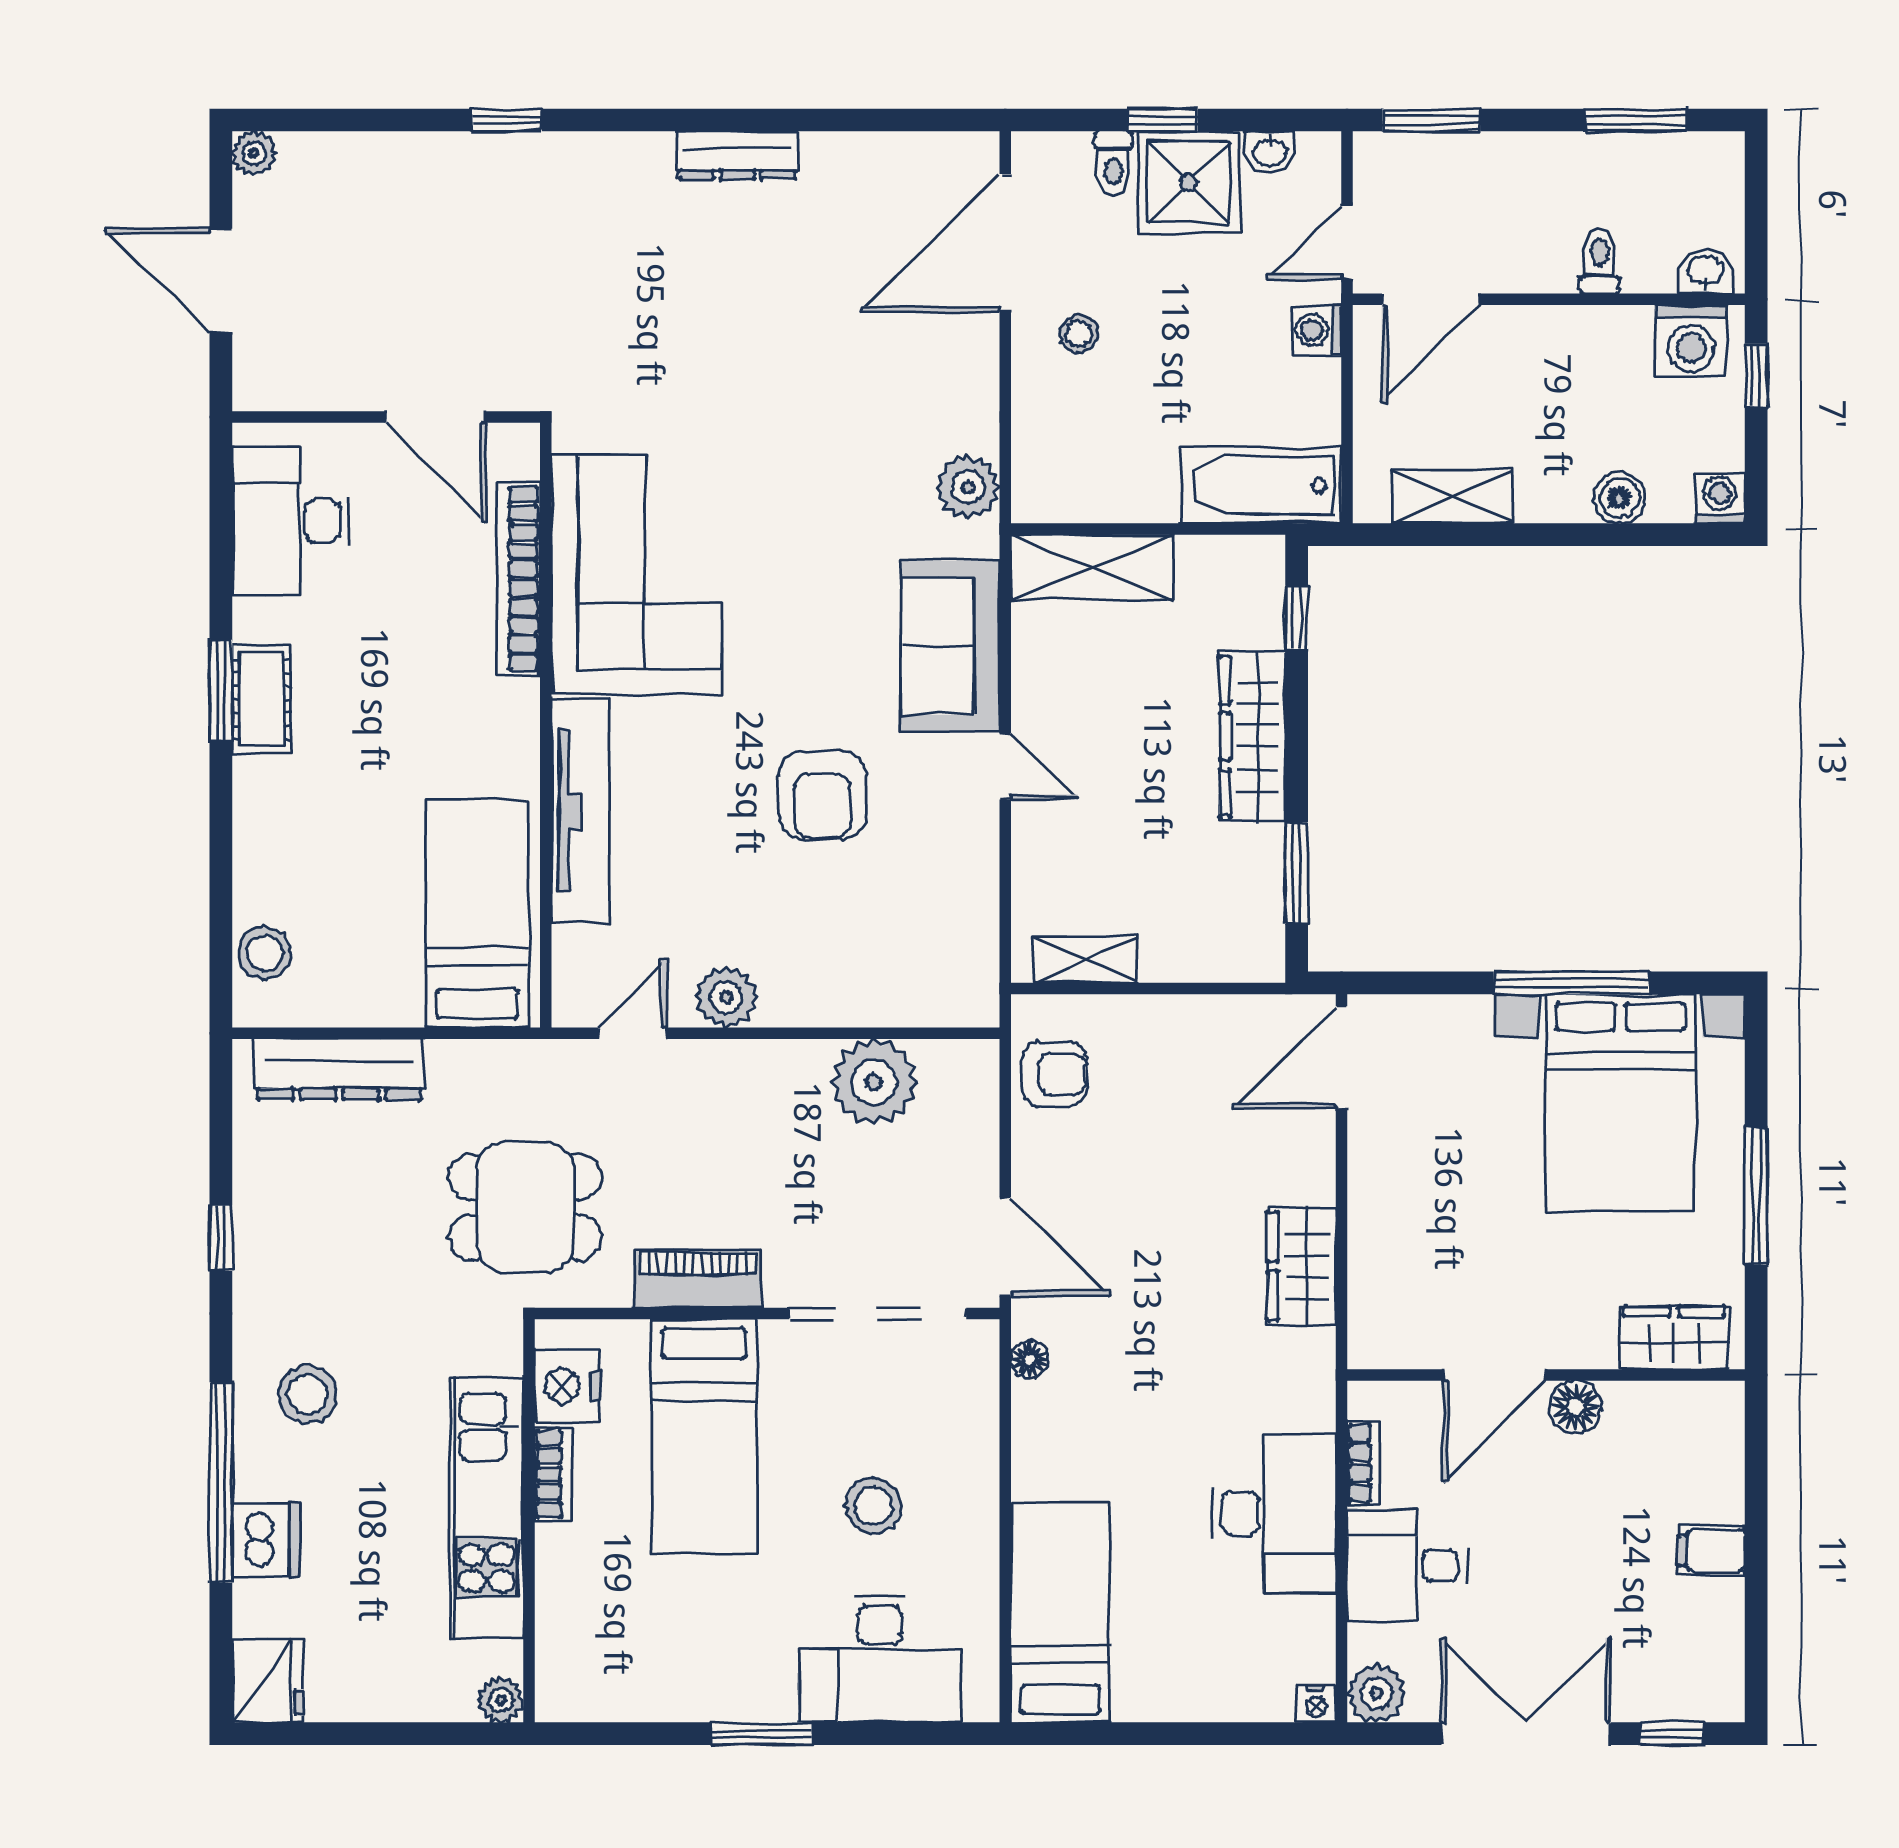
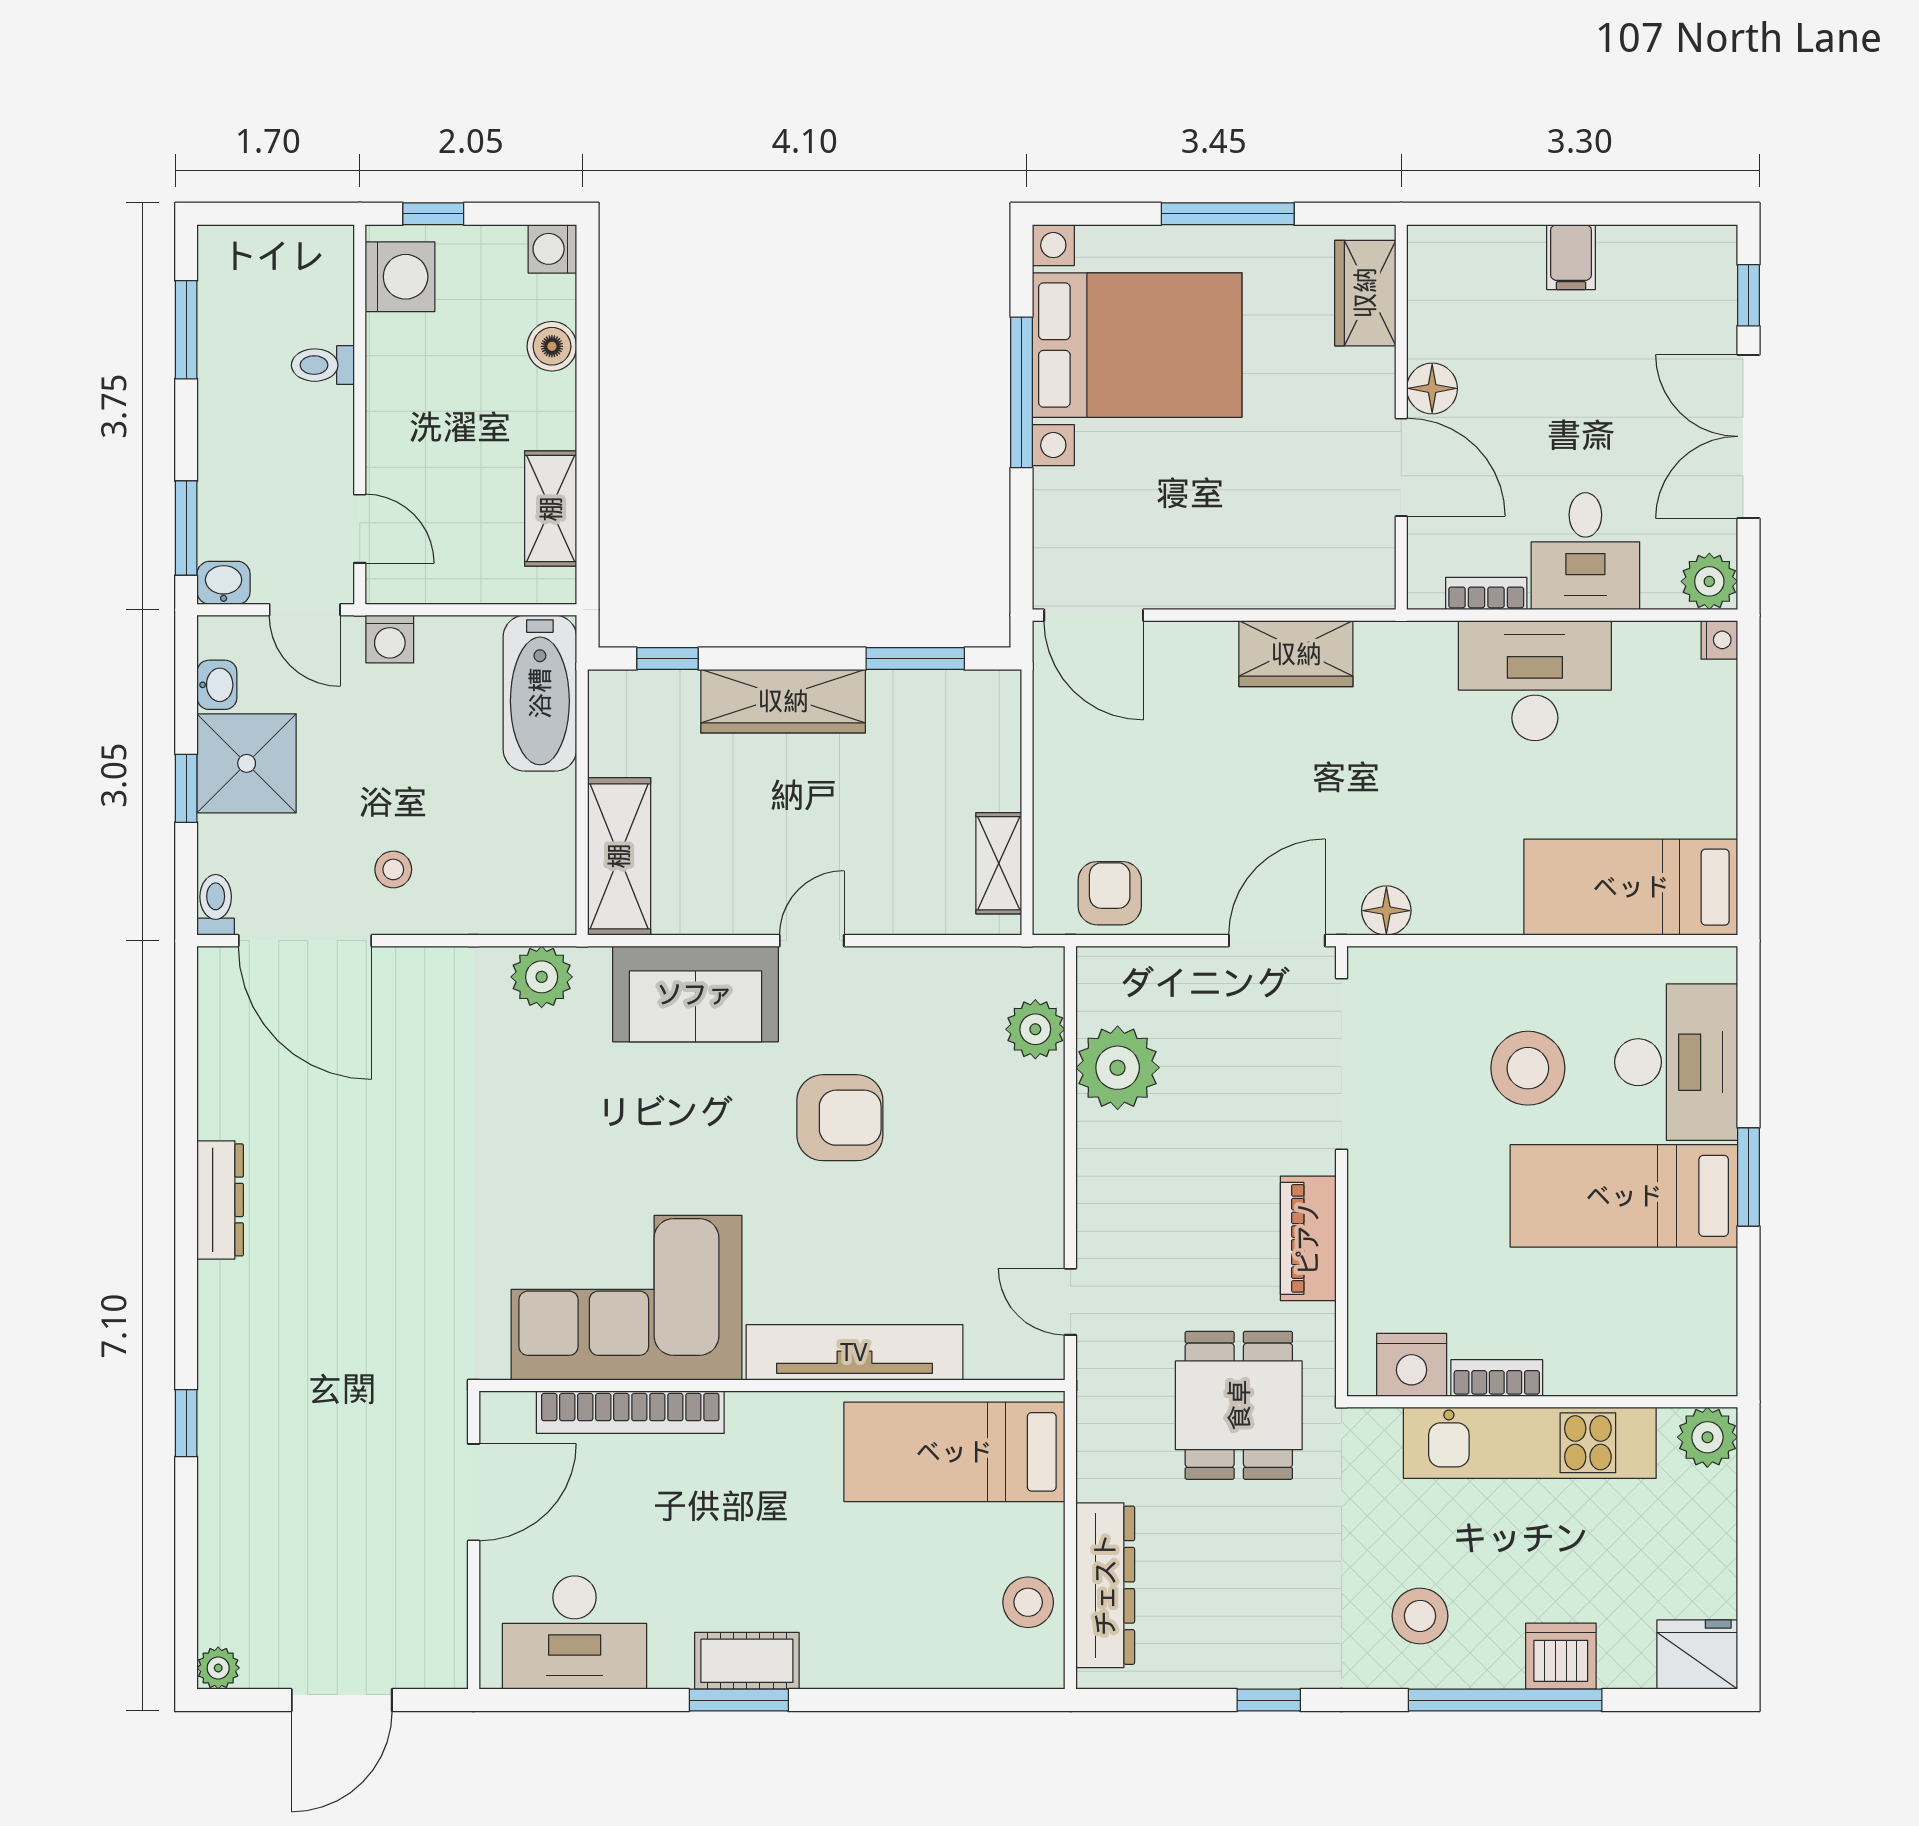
toilet: (1113, 163) -> (216, 905), moved, turned -90
washbasin: (1706, 272) -> (224, 583), moved, turned 90
door: (1431, 299) -> (360, 529), width x0.73
stool: (265, 953) -> (1028, 1602), moved
plant: (726, 997) -> (1035, 1029), moved
floor lamp: (1029, 1360) -> (1386, 911), width x1.37, depth x1.37
bed: (704, 1437) -> (1624, 1196), moved, turned 180
stool: (873, 1506) -> (1528, 1068), width x1.38, depth x1.38
plant: (501, 1700) -> (1707, 1437), width x1.38, depth x1.38

